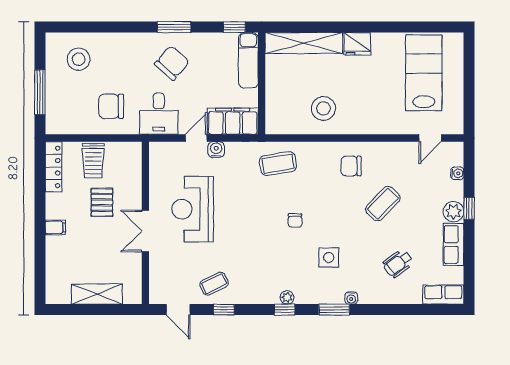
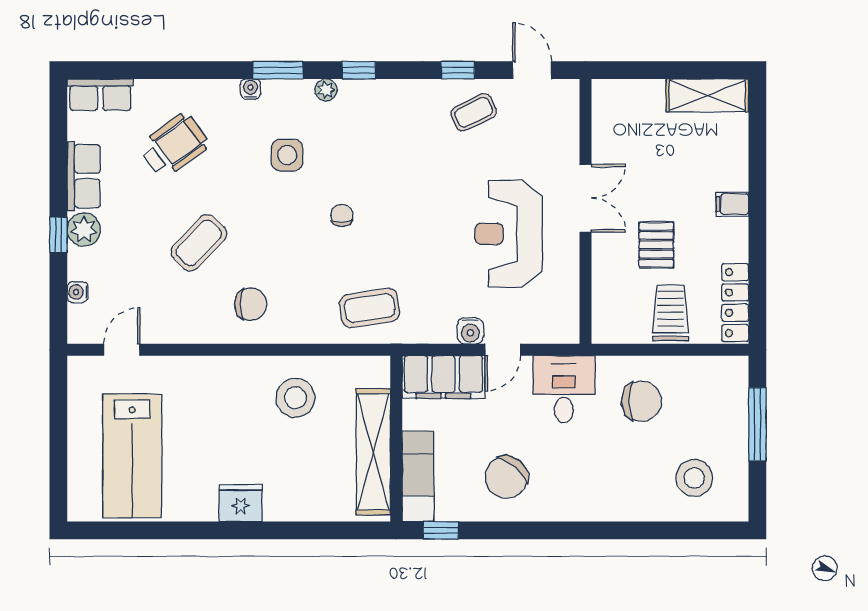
window: (174, 27) -> (539, 530), removed
shelving: (304, 43) -> (373, 452), moved, turned 90
chair: (172, 63) -> (506, 477), moved
reception desk: (193, 209) -> (509, 234), turned 180
wheelchair: (398, 263) -> (174, 145), width x1.36, depth x1.37
shelving: (97, 294) -> (707, 95), moved
plant: (287, 297) -> (326, 90), moved

